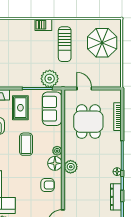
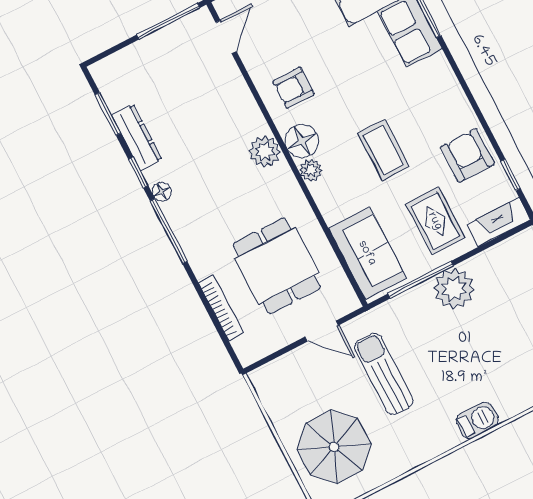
sun lounger: (65, 44) -> (384, 374), moved
plant: (50, 79) -> (454, 289), moved

